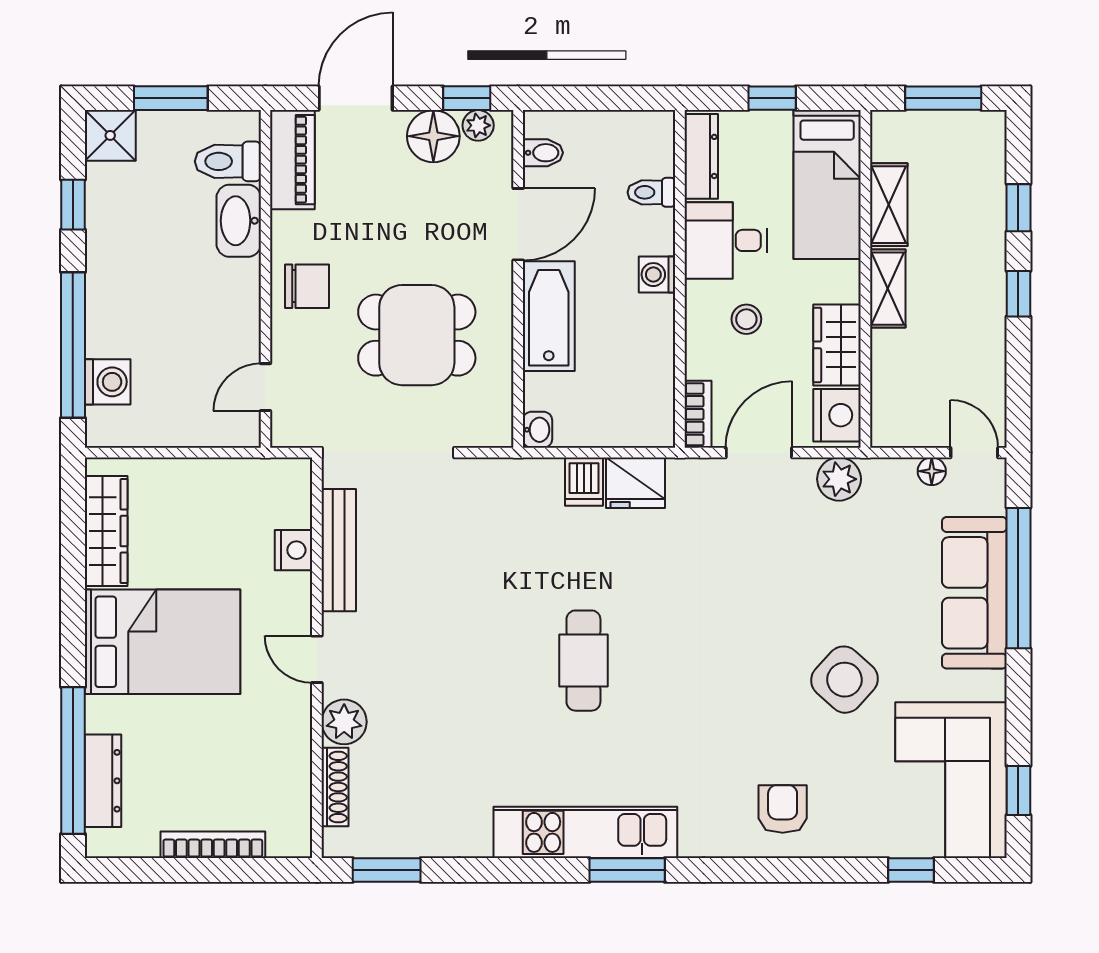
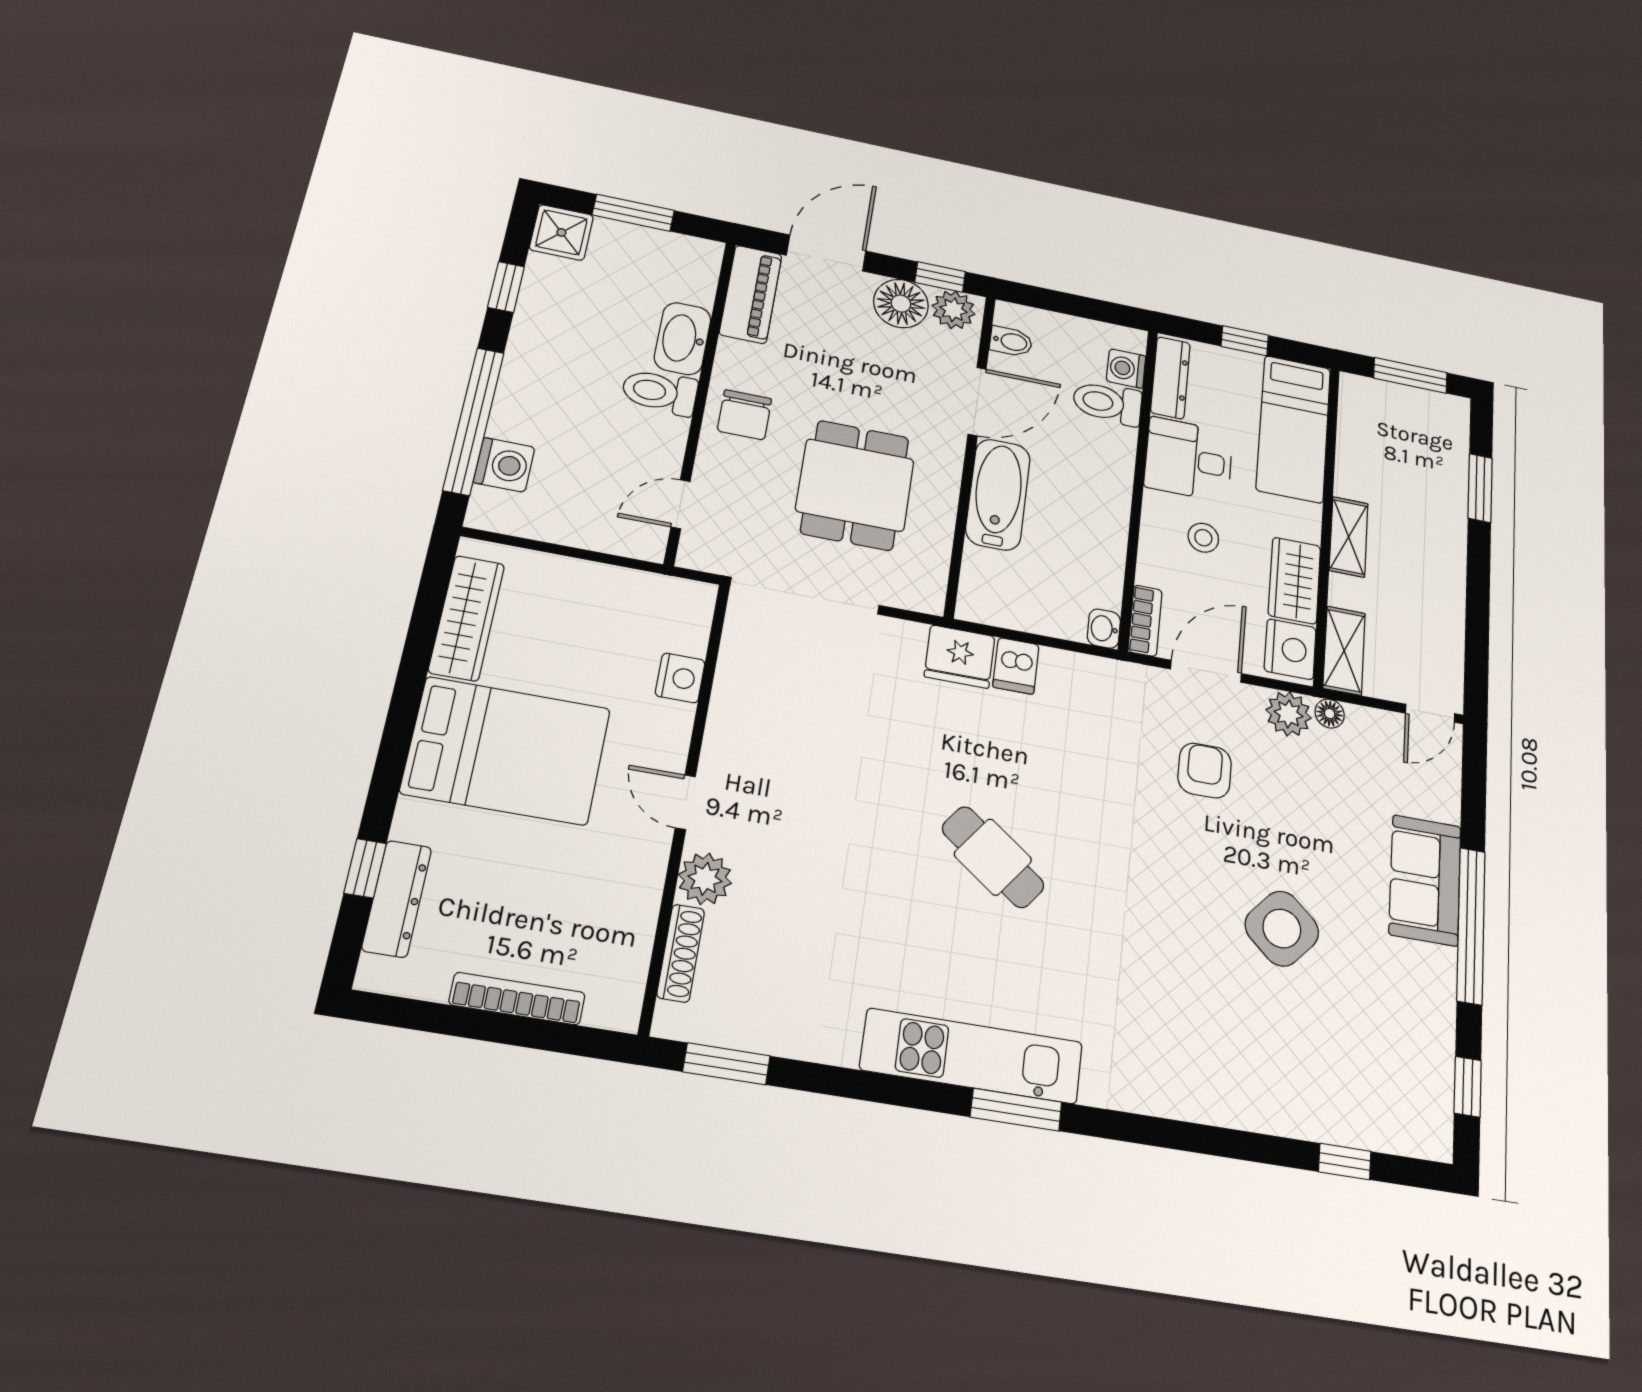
plant: (478, 125) -> (953, 310), width x1.38, depth x1.38
toilet: (228, 161) -> (660, 392), moved
toilet: (651, 192) -> (1107, 403), width x1.37, depth x1.39
shelving: (889, 205) -> (1344, 651), moved
window: (1018, 208) -> (1480, 488), width x1.50
washing machine: (657, 275) -> (1126, 369), moved
chair: (307, 286) -> (745, 415), turned 90
window: (1018, 294) -> (1478, 568), removed
dining table: (417, 335) -> (855, 485), turned 90
washbasin: (537, 430) -> (1104, 629), moved, turned 180
door: (974, 453) -> (1430, 713), swing flipped
floor lamp: (932, 471) -> (1330, 714), moved
fridge: (635, 483) -> (960, 657), moved
bench: (339, 550) -> (732, 687), removed
window: (1018, 578) -> (1471, 925), moved
sofa: (974, 593) -> (1425, 880), width x0.73
cafe table: (583, 661) -> (993, 857), turned -53
window: (73, 760) -> (365, 868), width x0.32
corner sofa: (951, 780) -> (1394, 1062), removed
armchair: (783, 809) -> (1205, 771), moved

